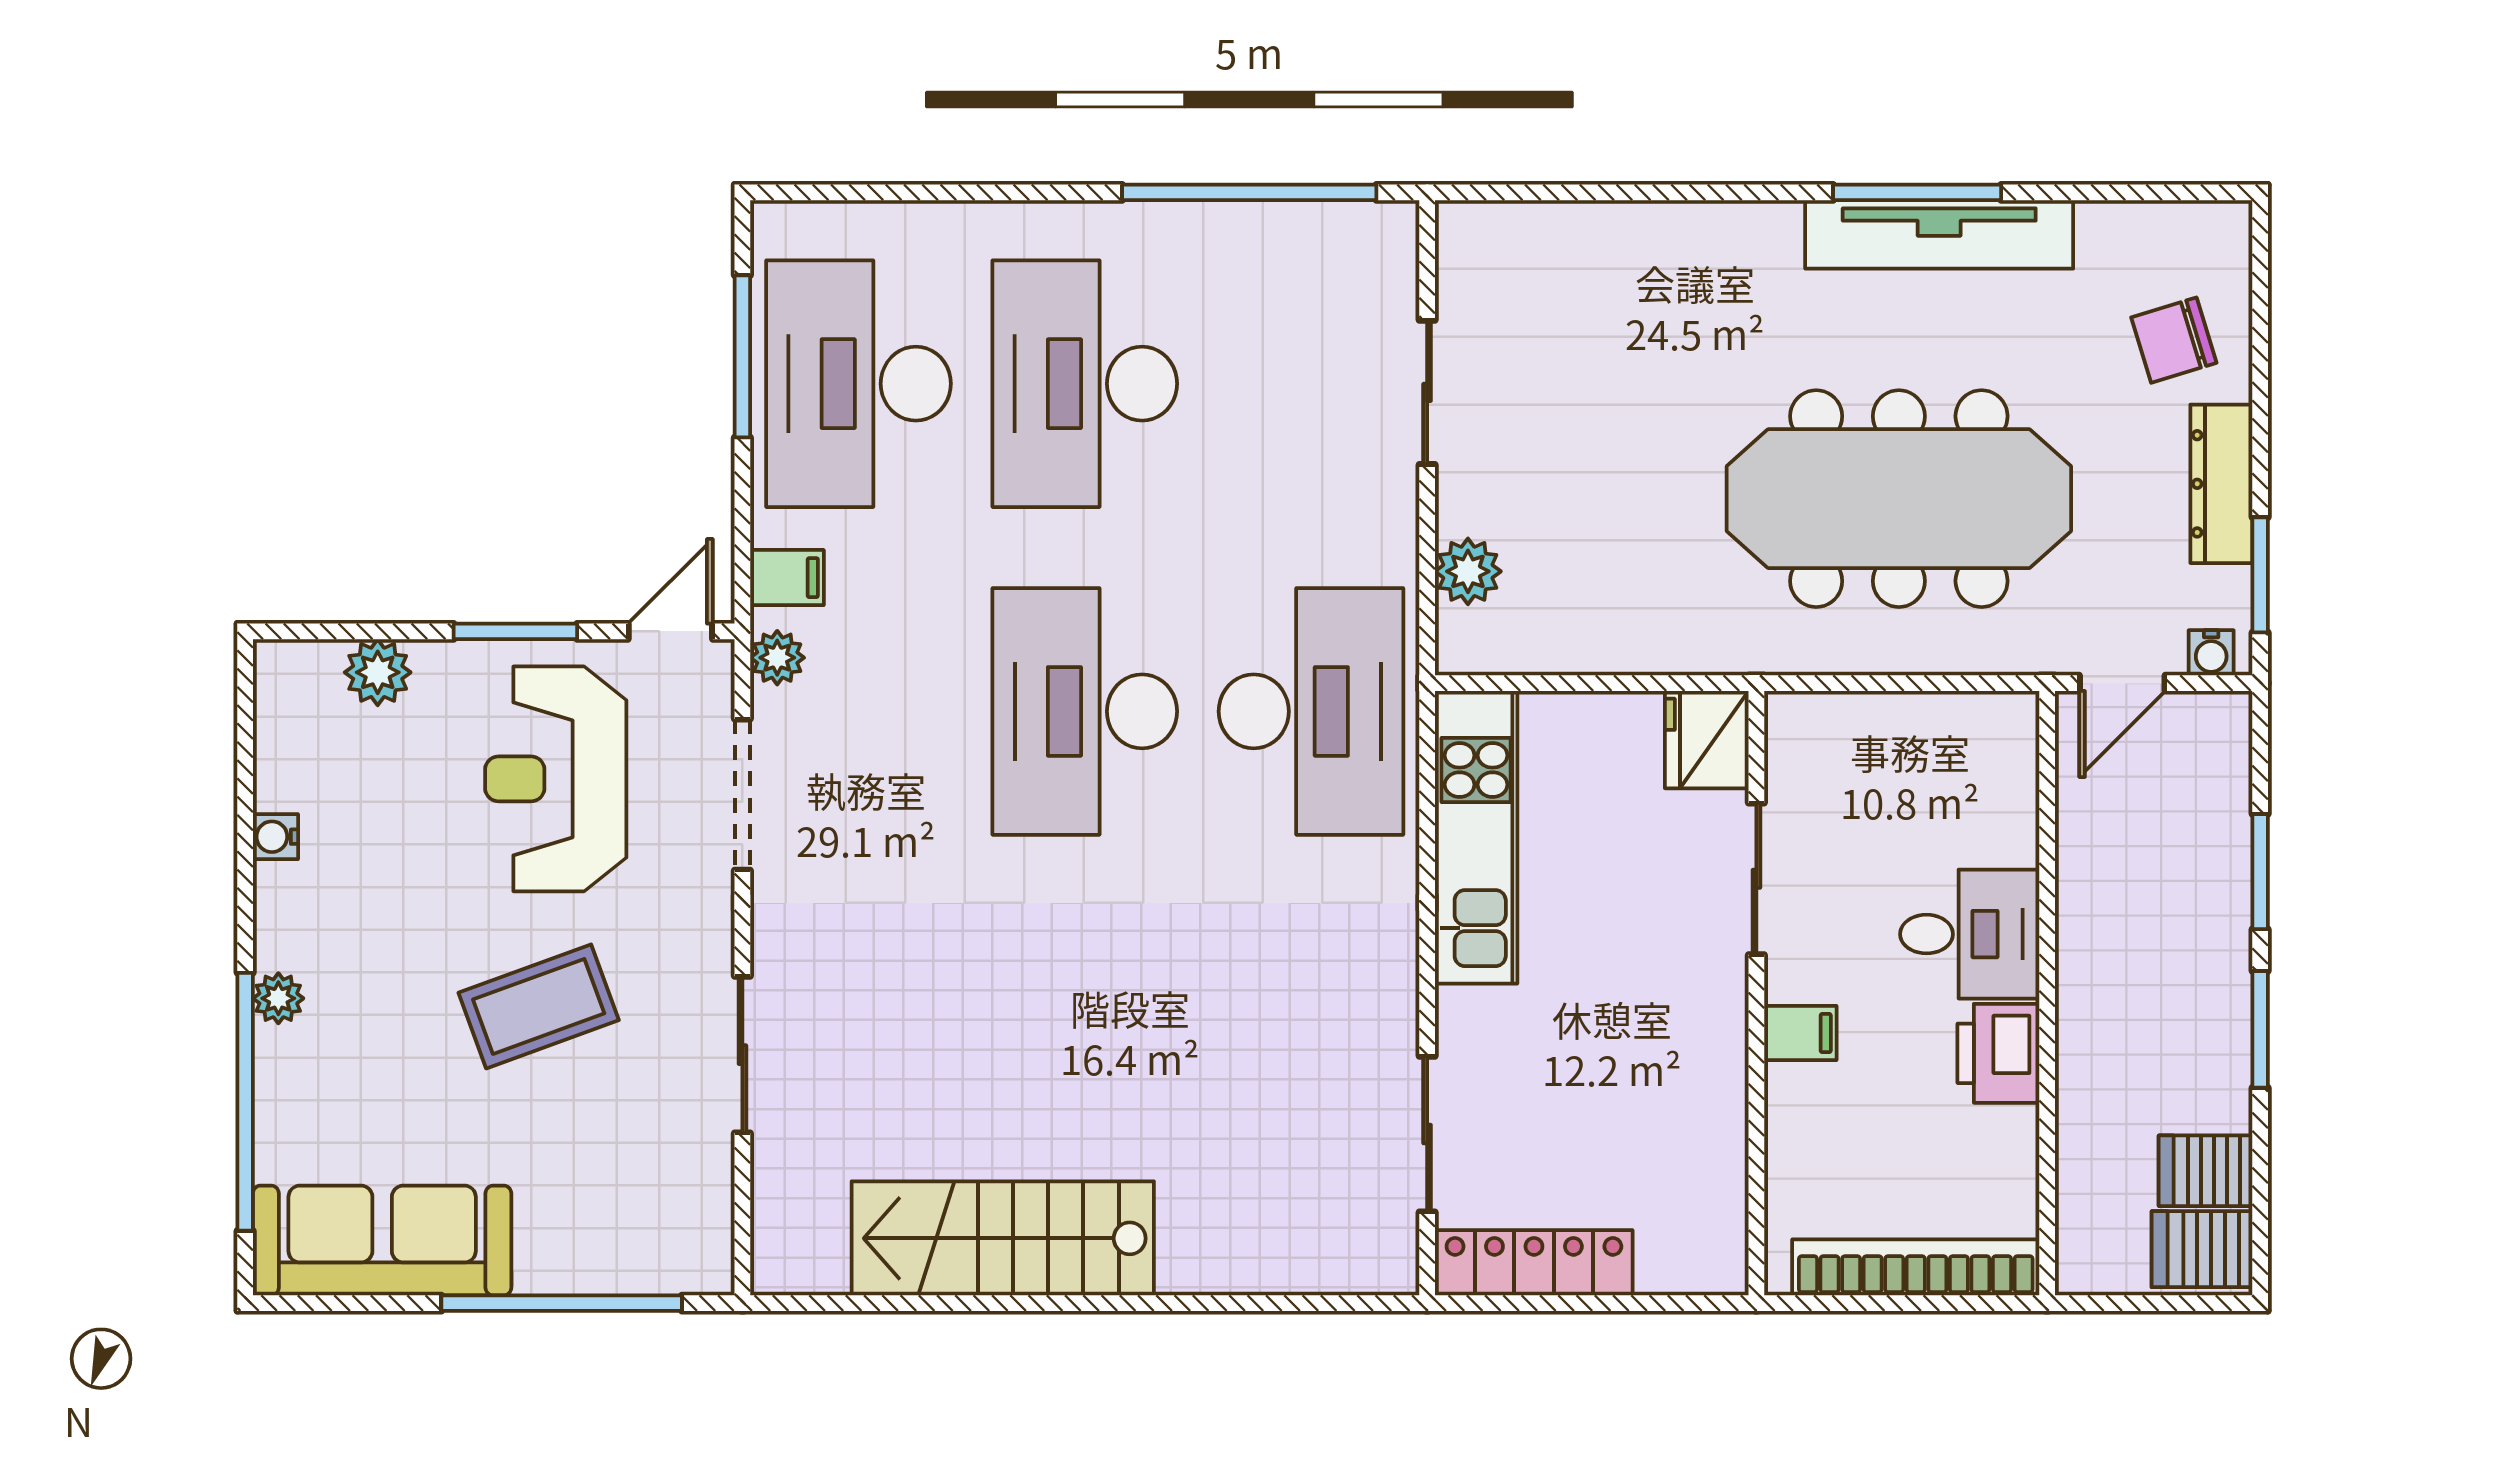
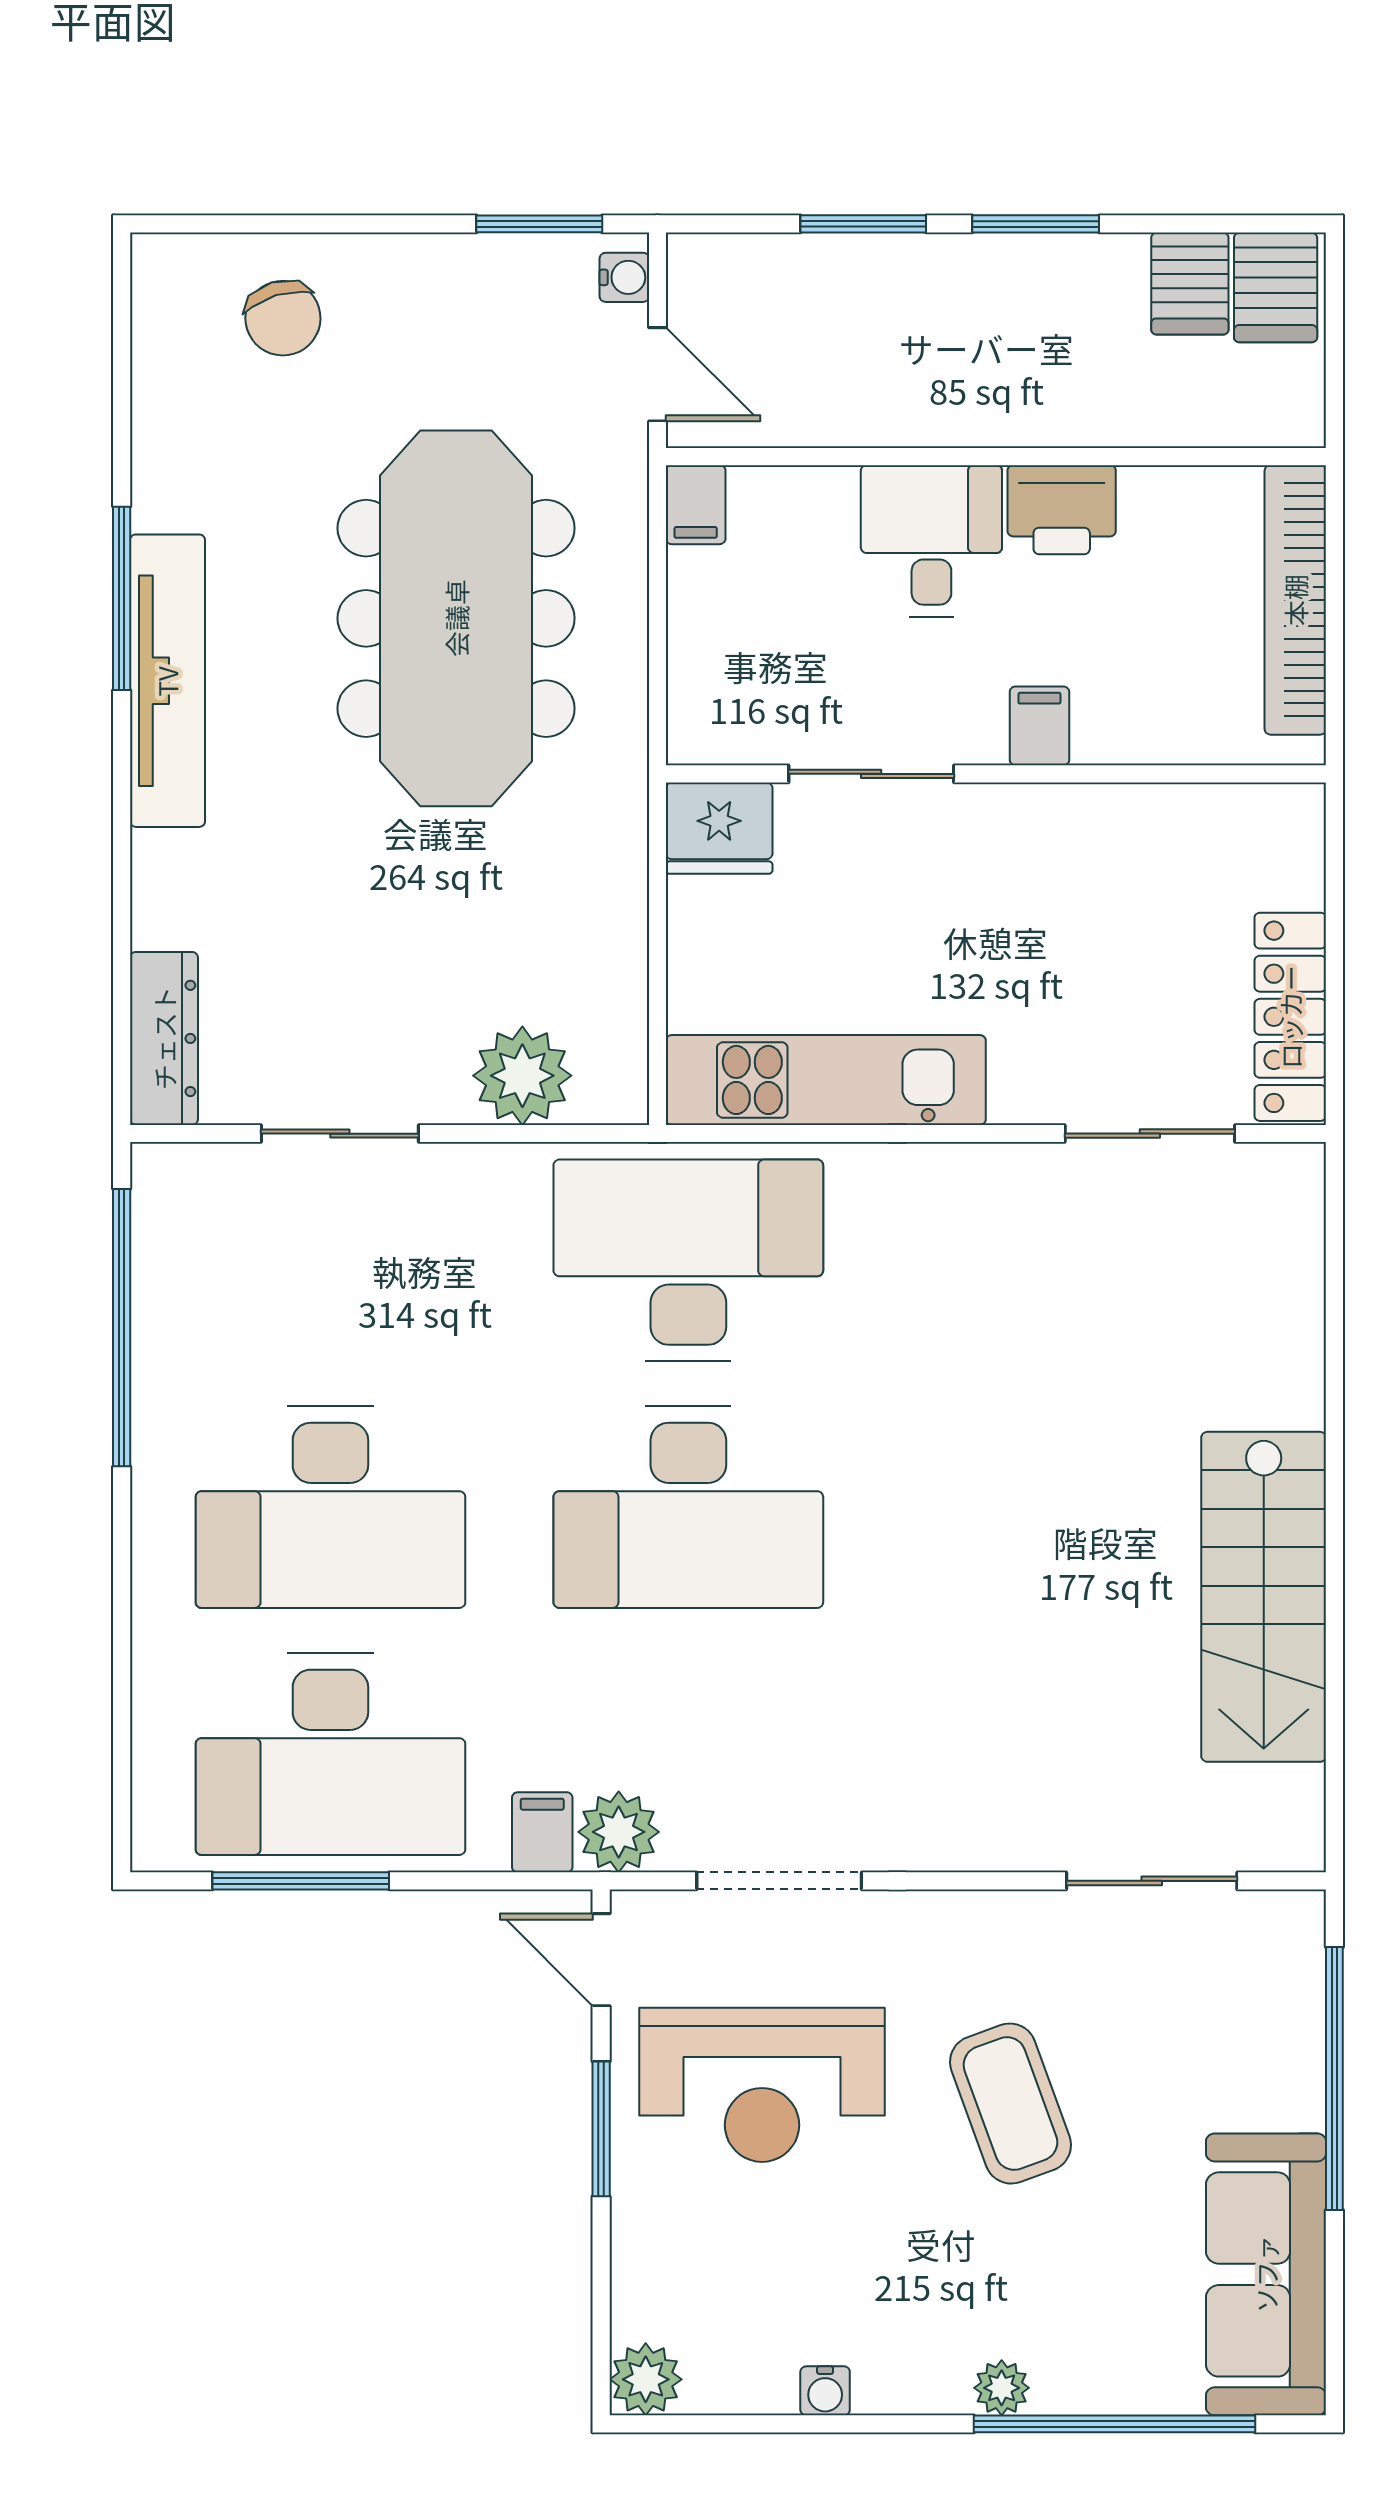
tv unit: (1939, 234) -> (167, 681), moved
dresser: (2221, 484) -> (164, 1038), moved, turned -90
plant: (1468, 571) -> (522, 1076), width x1.36, depth x1.36
plant: (777, 658) -> (619, 1832), width x1.38, depth x1.38
plant: (378, 672) -> (646, 2379), moved
filing cabinet: (2003, 718) -> (696, 505), added
sliding door: (742, 1055) -> (1152, 1881), moved

